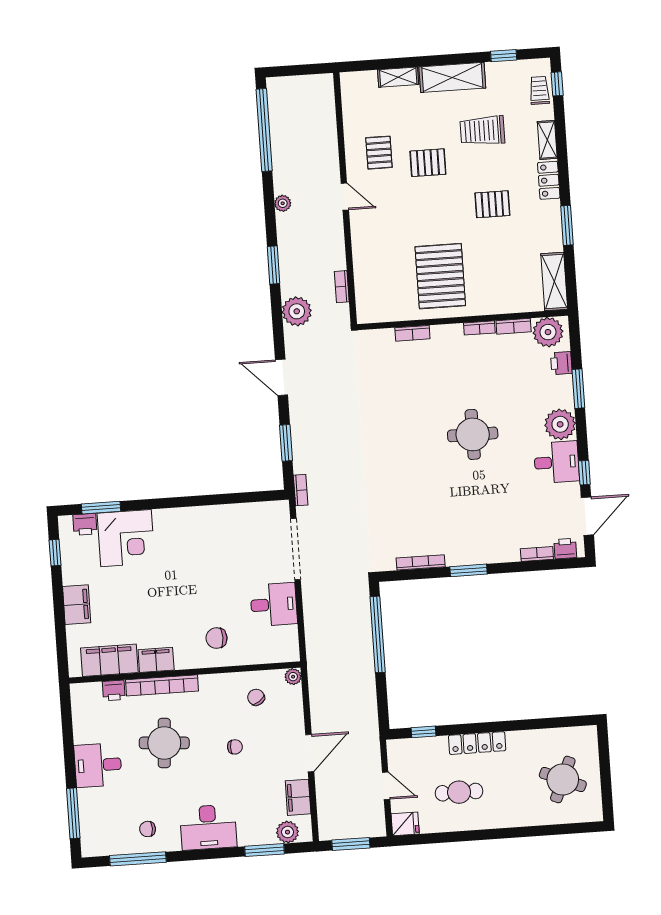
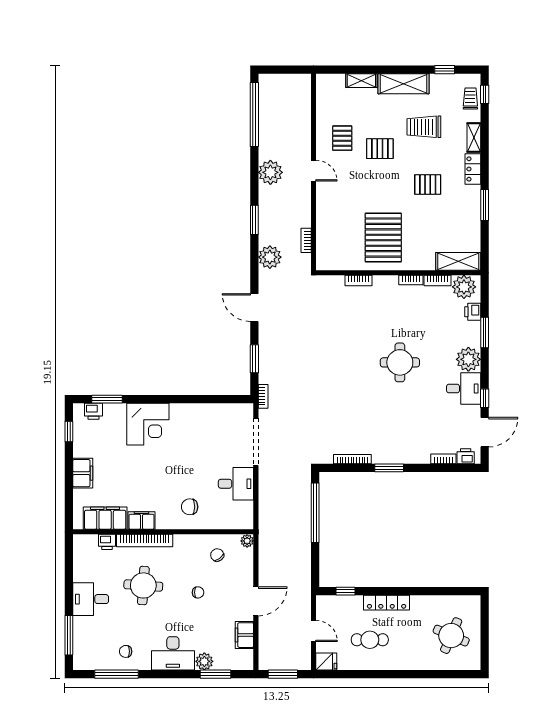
plant: (283, 203) -> (270, 172), width x1.88, depth x1.88
shelving: (554, 282) -> (458, 261), moved, turned 90
corner desk: (126, 538) -> (148, 424), moved
plant: (288, 832) -> (204, 661), moved

